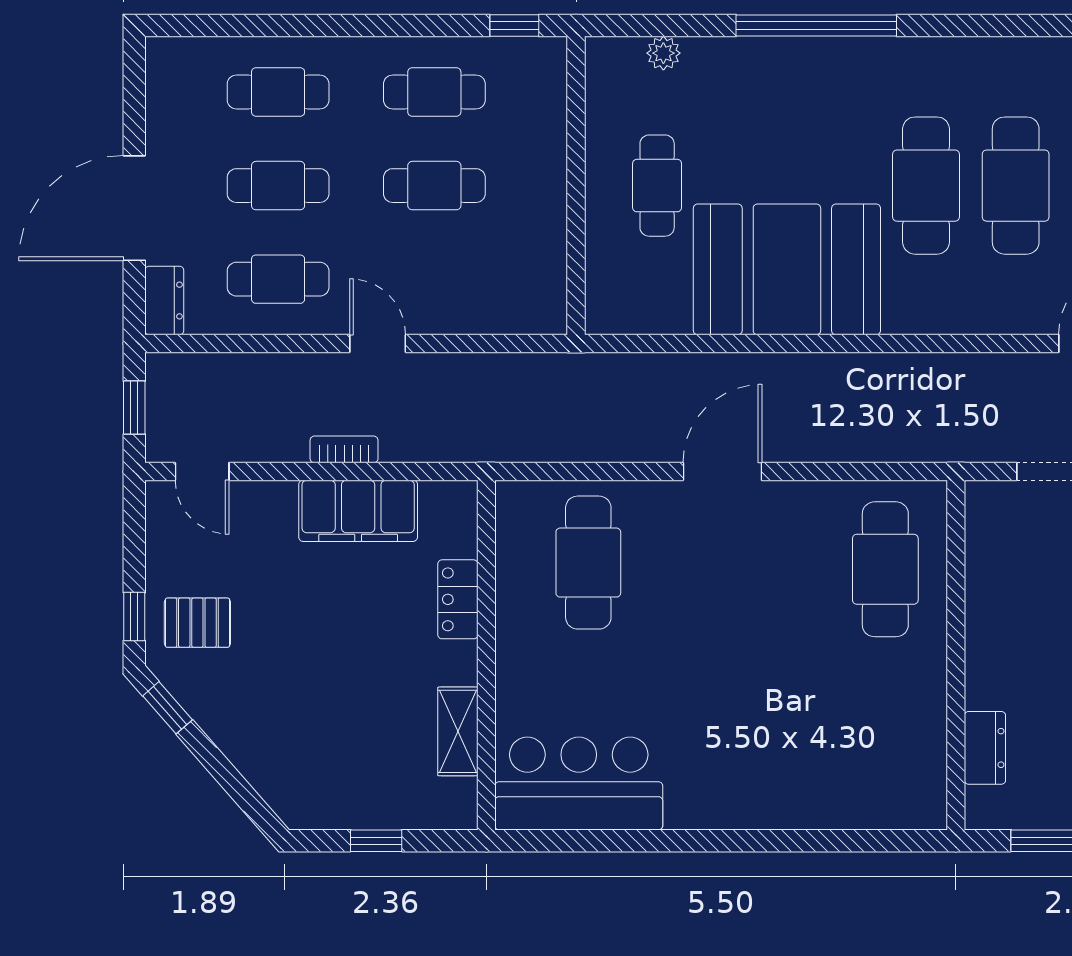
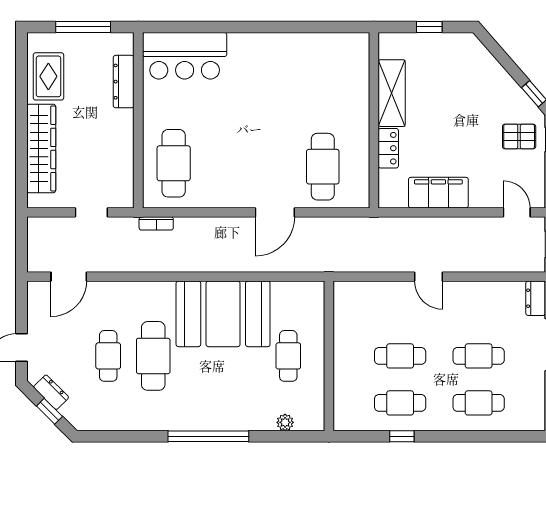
window: (514, 26) -> (402, 436), moved
cafe table: (1016, 186) -> (108, 356), width x0.73, depth x0.74
cafe table: (278, 279) -> (479, 309), removed
bookcase: (344, 449) -> (156, 223), moved
door: (722, 472) -> (275, 212), moved
shelving: (458, 731) -> (392, 93), width x1.50, depth x1.33
dresser: (985, 748) -> (124, 82), width x1.44
bar counter: (579, 783) -> (185, 56), moved

